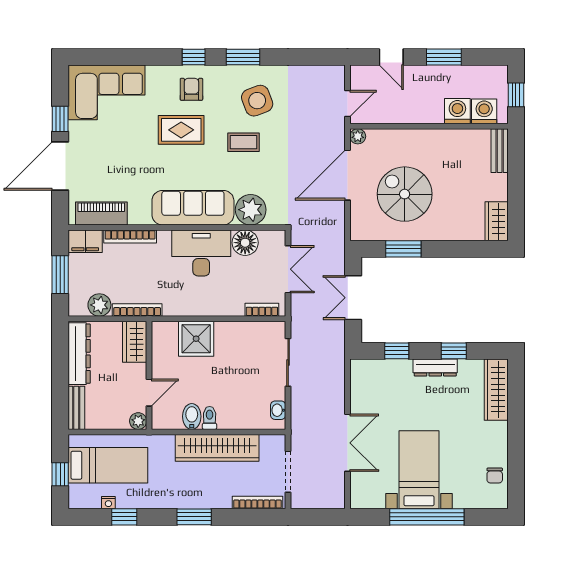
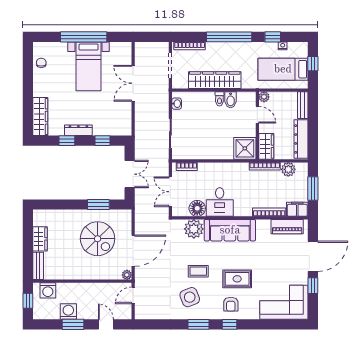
washing machine: (457, 111) -> (68, 311), moved, turned 180
wardrobe: (497, 221) -> (40, 239), moved
desk: (201, 253) -> (220, 202), width x0.73
shower: (196, 339) -> (245, 148), moved
door: (149, 393) -> (257, 115), swing flipped
window: (194, 517) -> (229, 37), width x2.11

